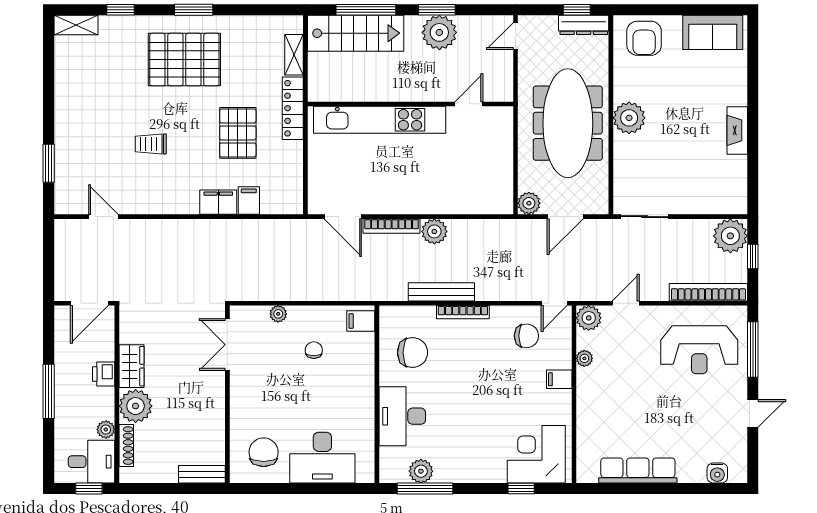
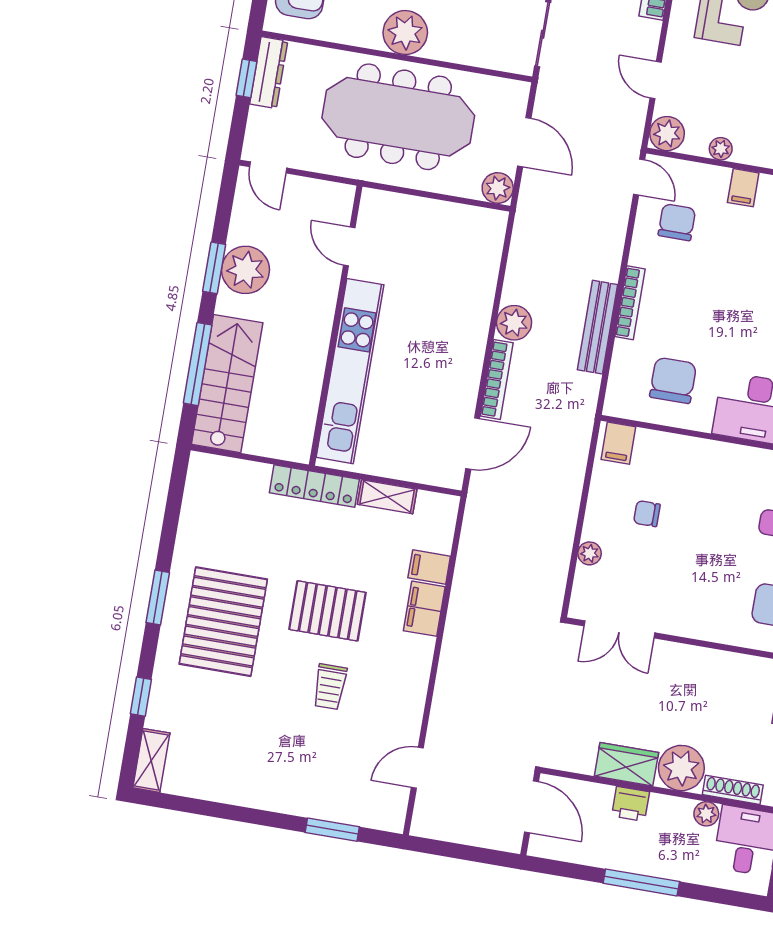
shelving: (294, 55) -> (387, 497), moved
pallet: (238, 133) -> (327, 611), moved

